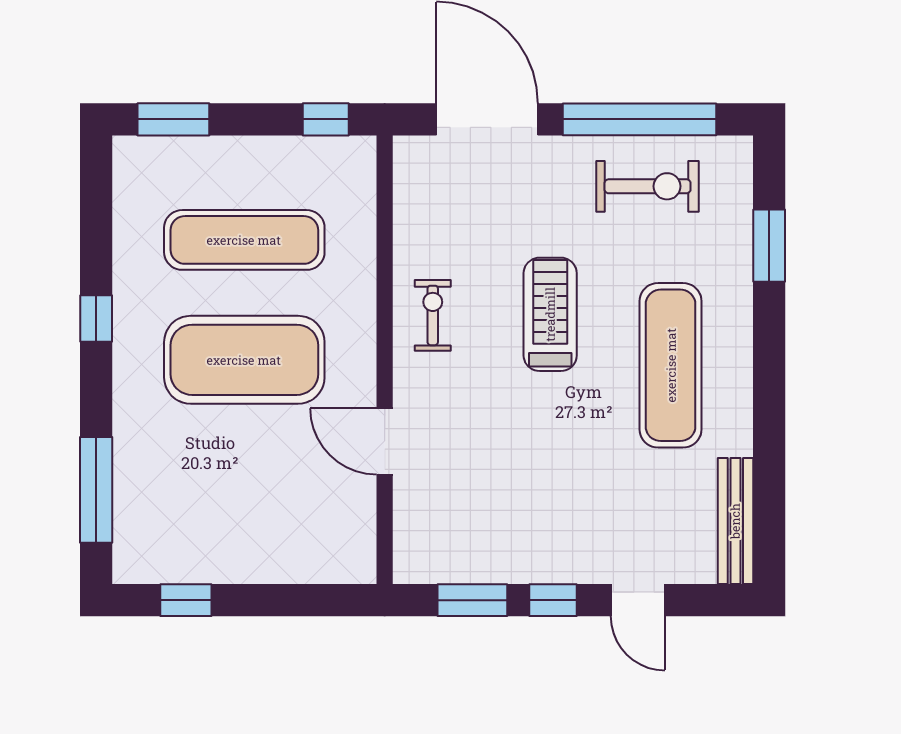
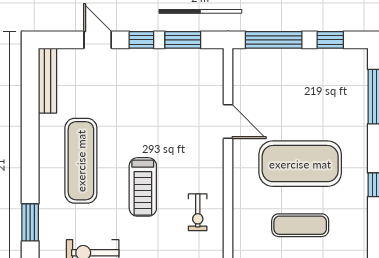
exercise mat: (244, 240) -> (300, 225), width x0.73, depth x0.69
exercise bike: (433, 315) -> (198, 212), moved
window: (296, 600) -> (274, 40), added

